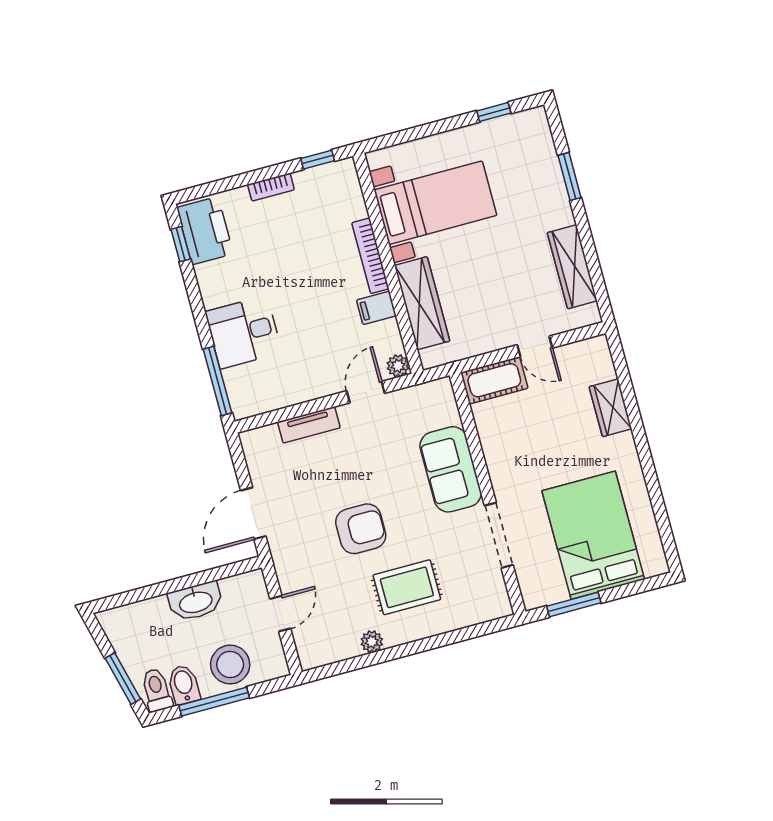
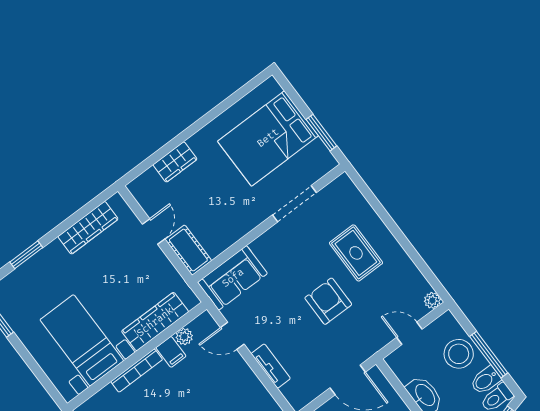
plant: (398, 366) -> (184, 337), moved
sofa: (451, 469) -> (233, 278), moved
plant: (372, 642) -> (432, 300), moved

